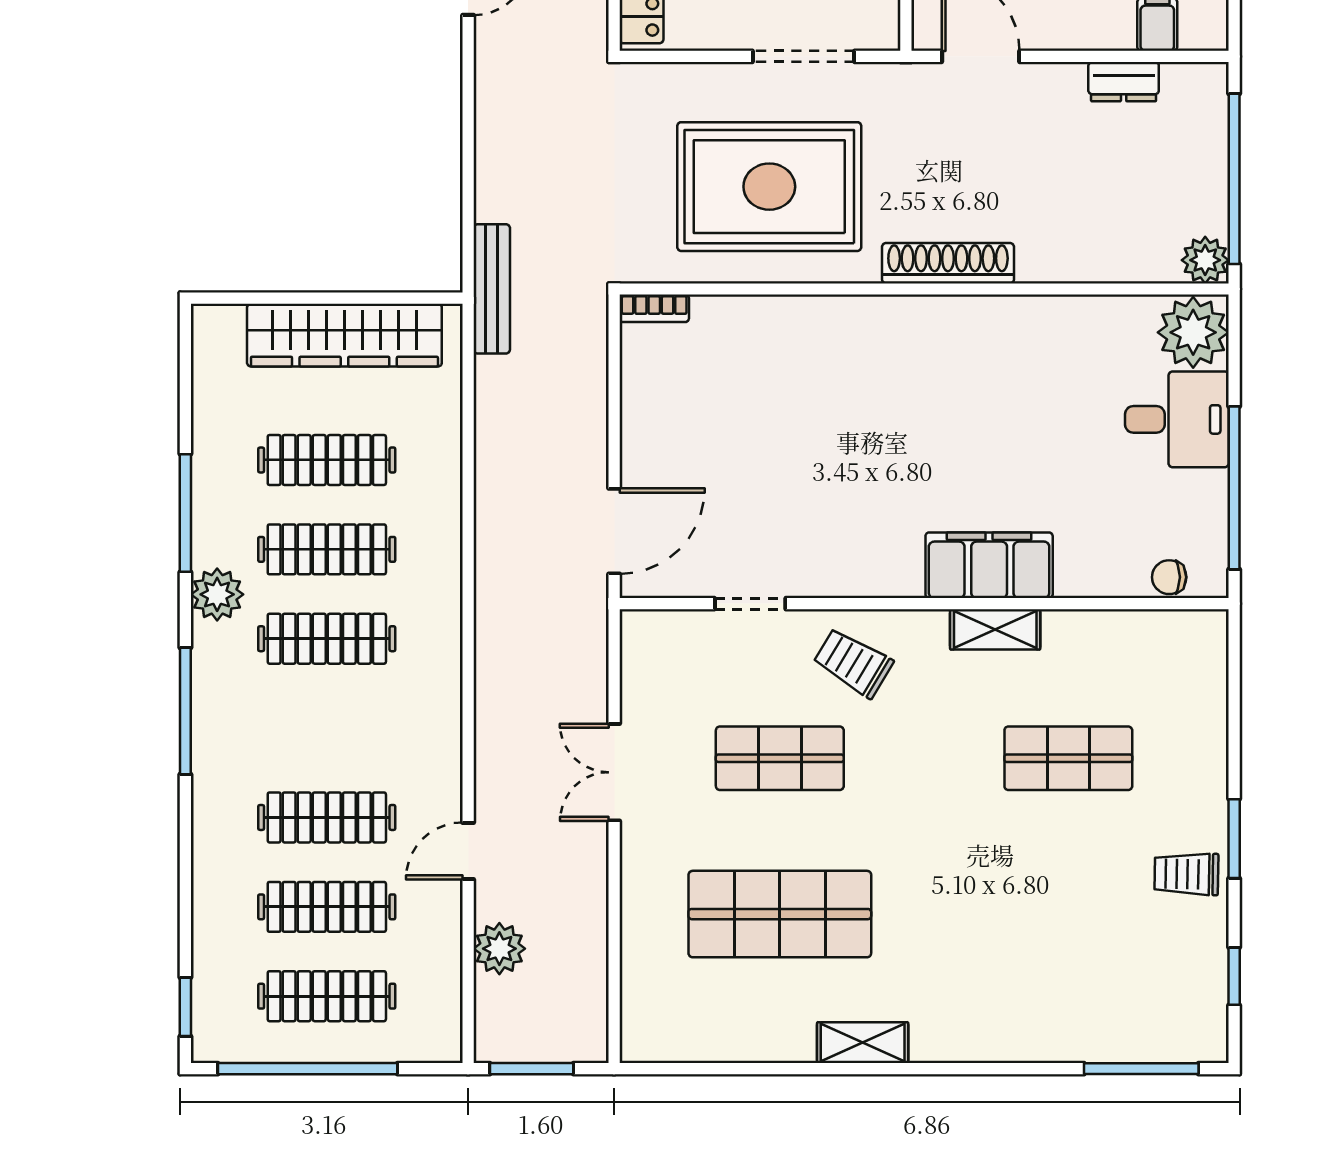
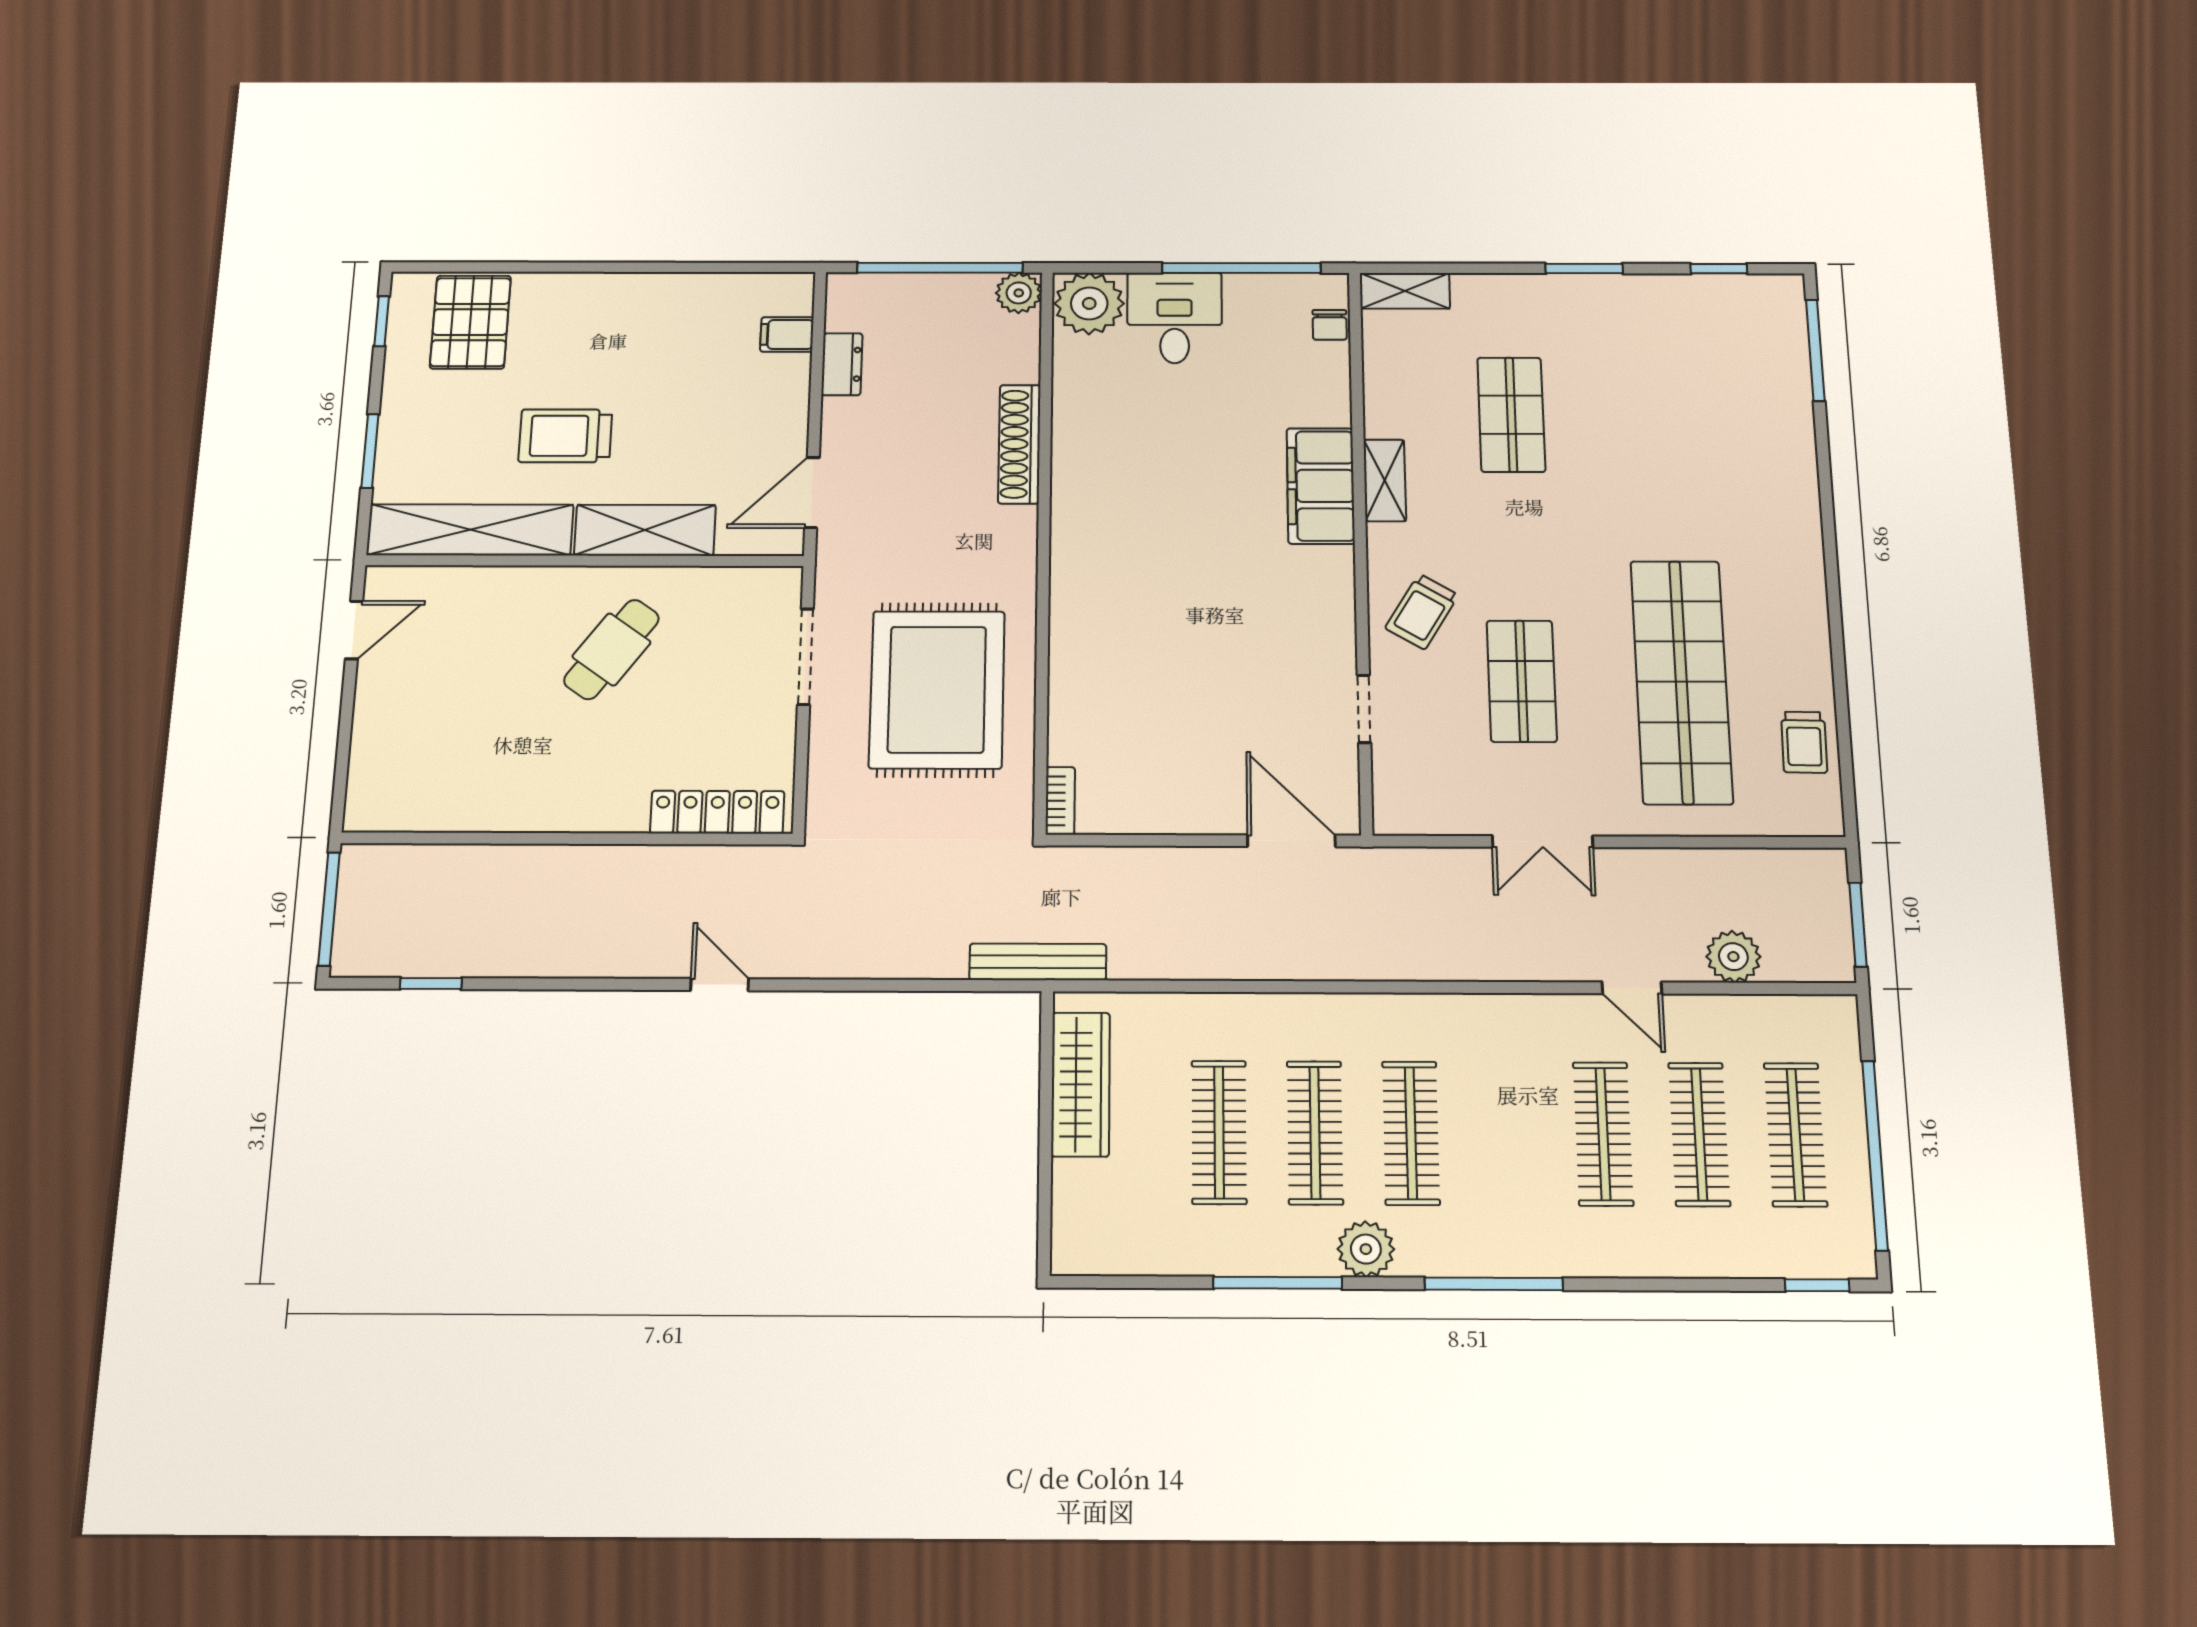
shoe rack: (948, 263) -> (1019, 444), moved
wardrobe: (344, 335) -> (1081, 1084), width x0.71, depth x0.85
trolley: (1186, 874) -> (1804, 742), moved
shop shelf: (780, 914) -> (1681, 681), width x1.40
shelving: (863, 1043) -> (1405, 291), moved, turned 90

